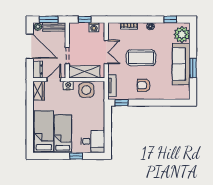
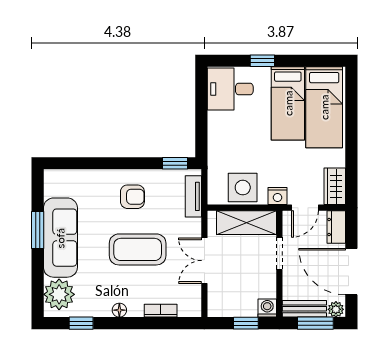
washing machine: (94, 27) -> (267, 308), moved

